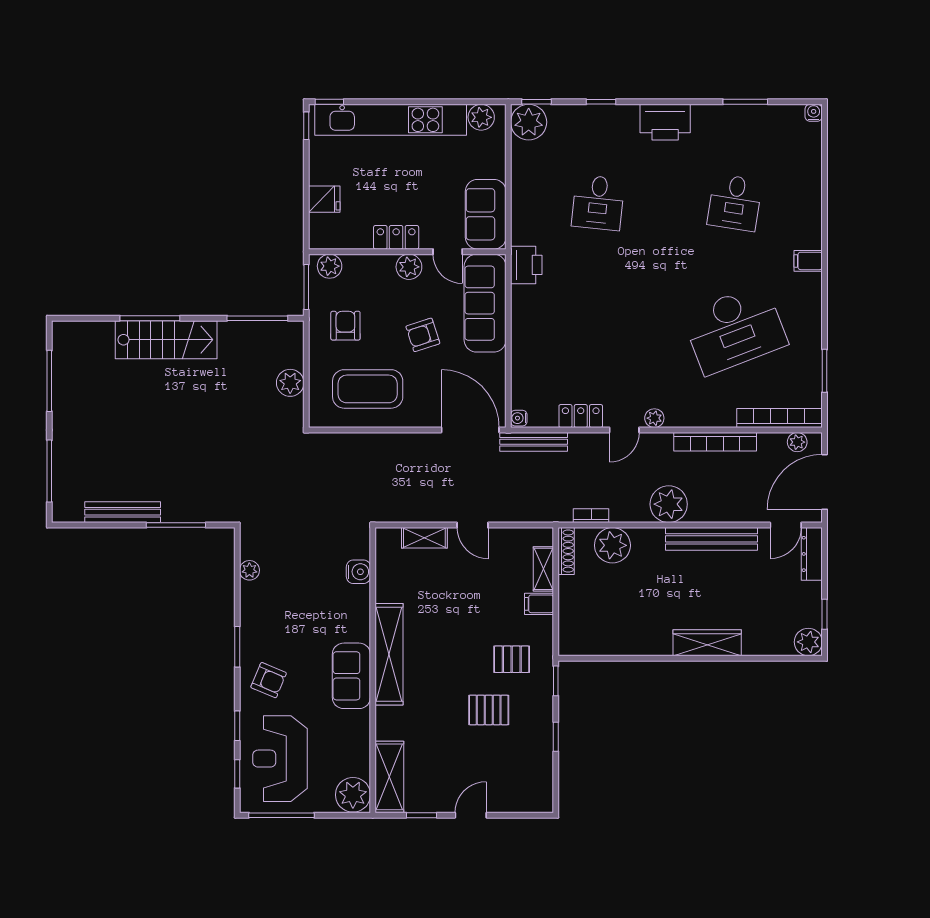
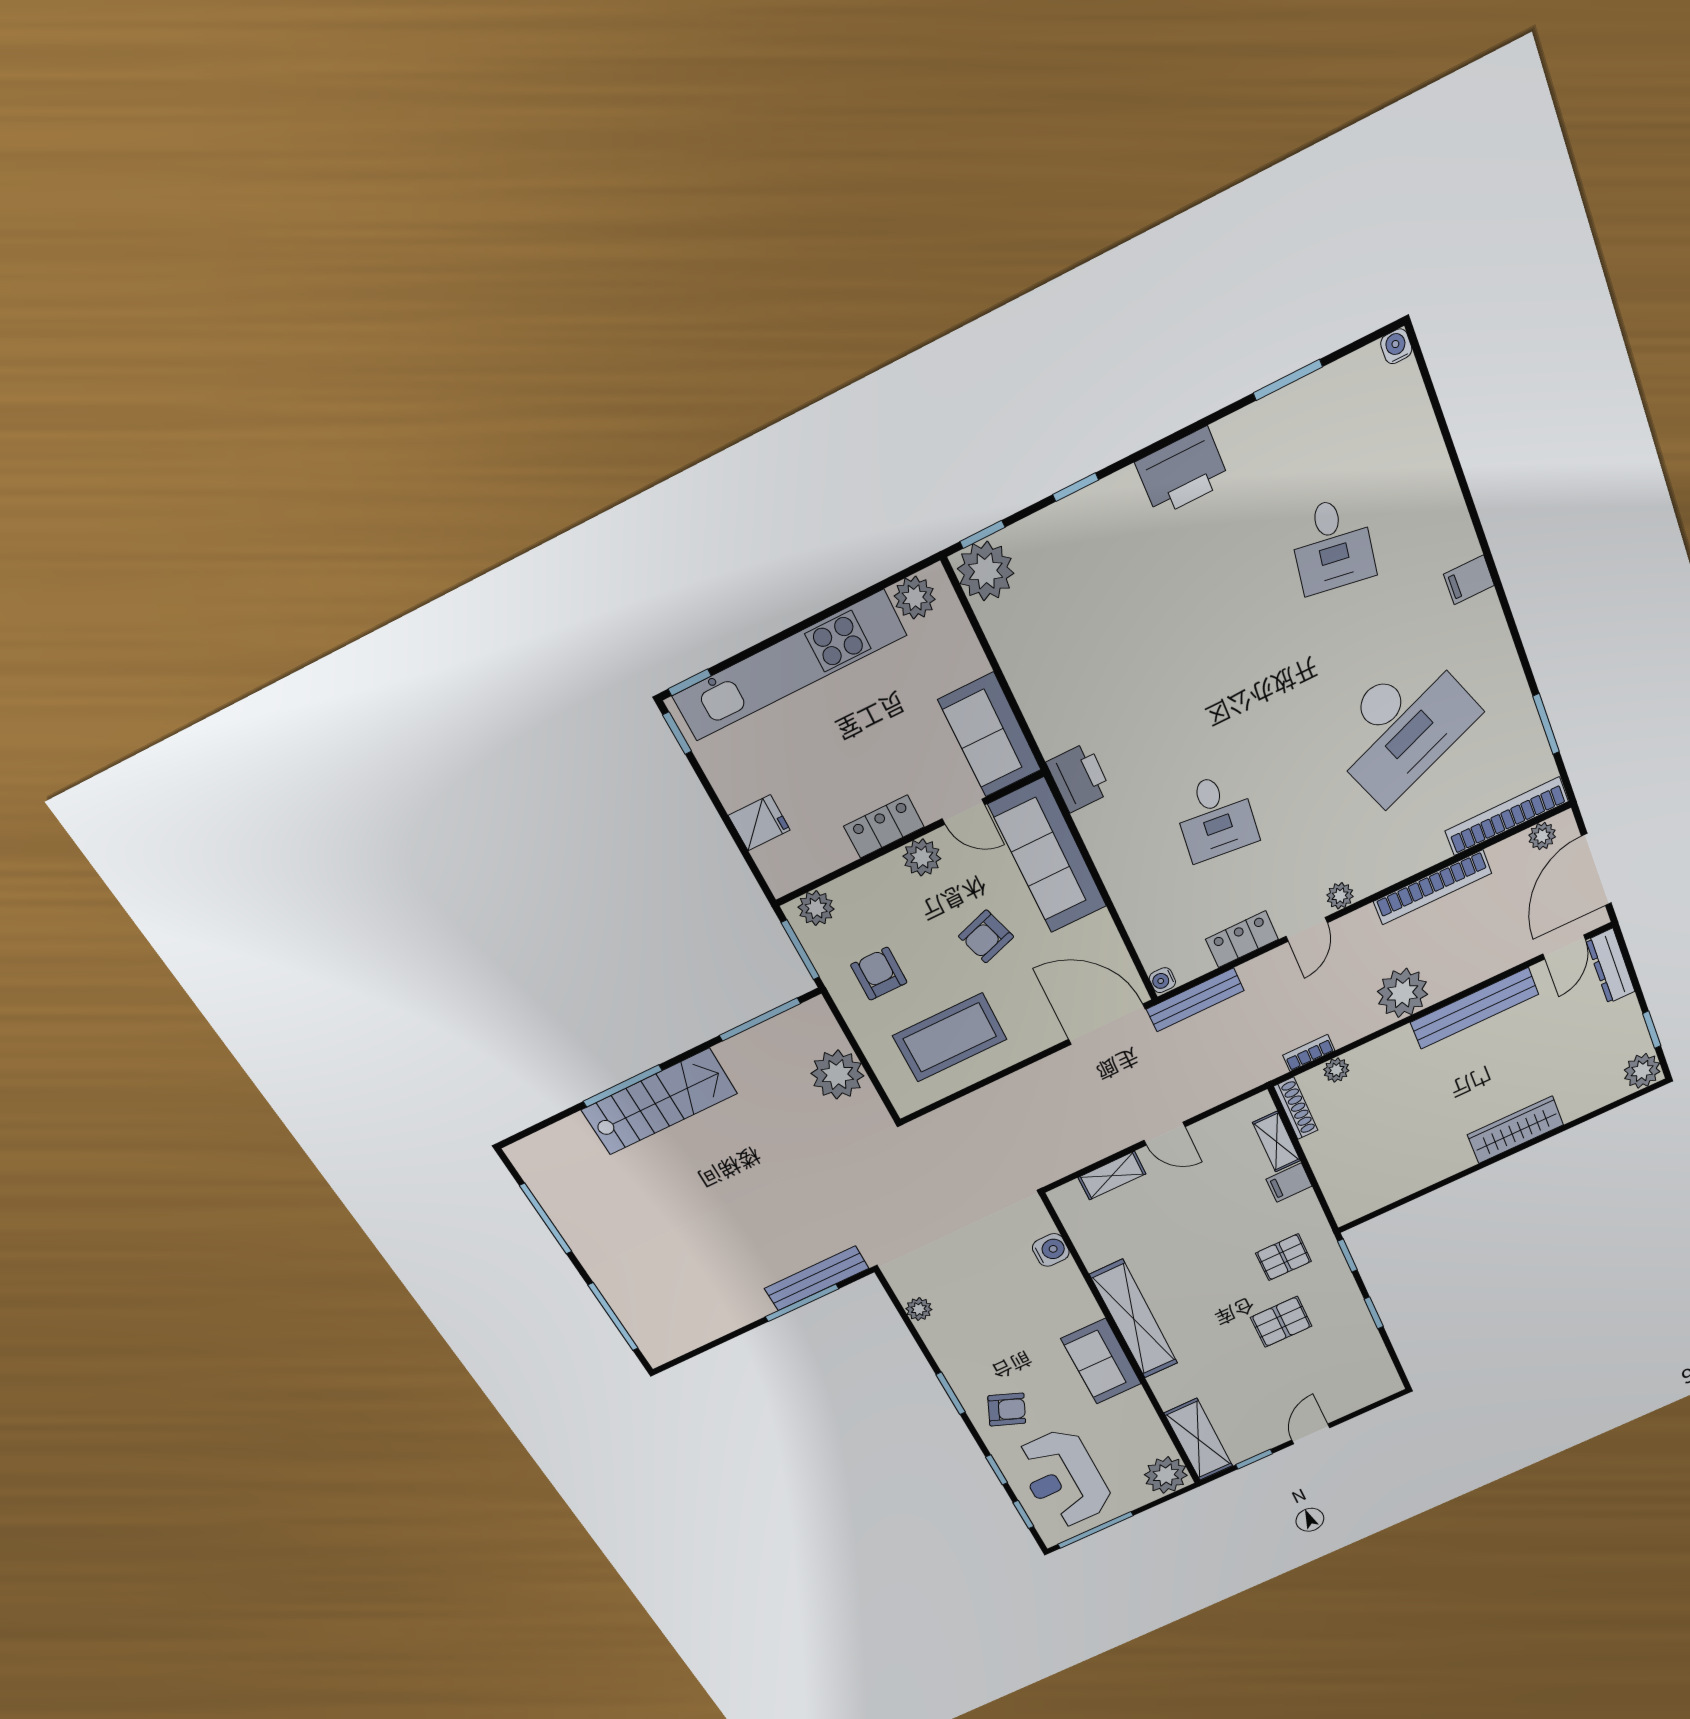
desk: (598, 203) -> (1215, 817), moved
plant: (290, 383) -> (837, 1075), width x1.36, depth x1.36
bench: (123, 512) -> (817, 1278), moved
plant: (612, 545) -> (1336, 1070), width x0.53, depth x0.53

